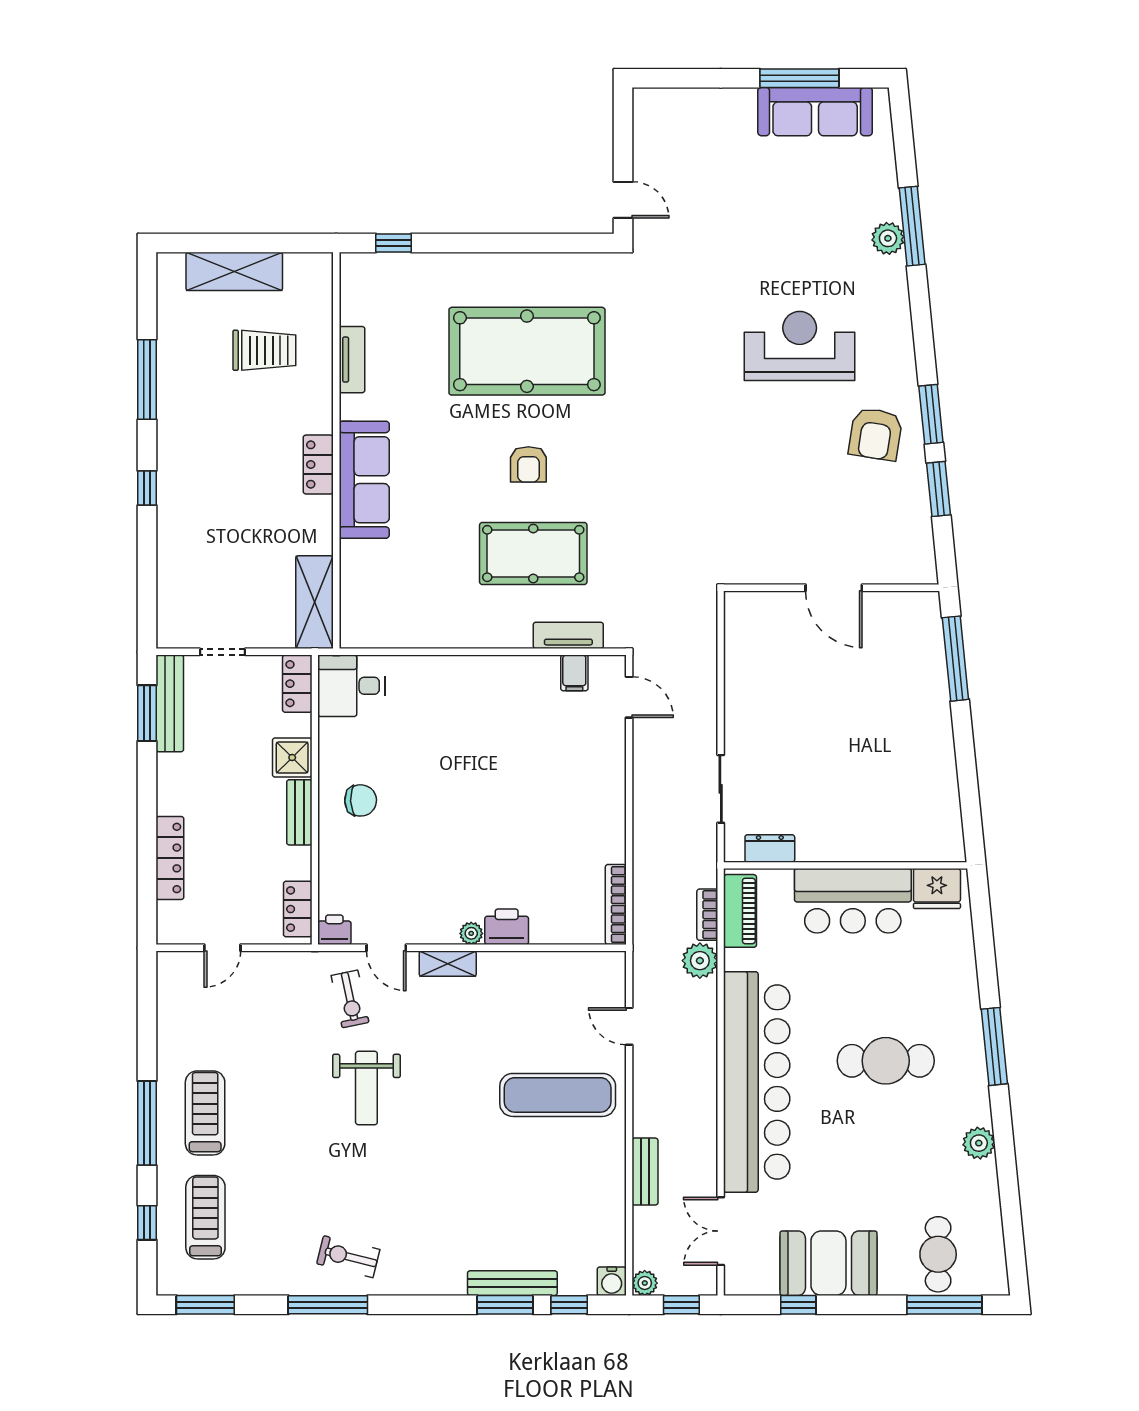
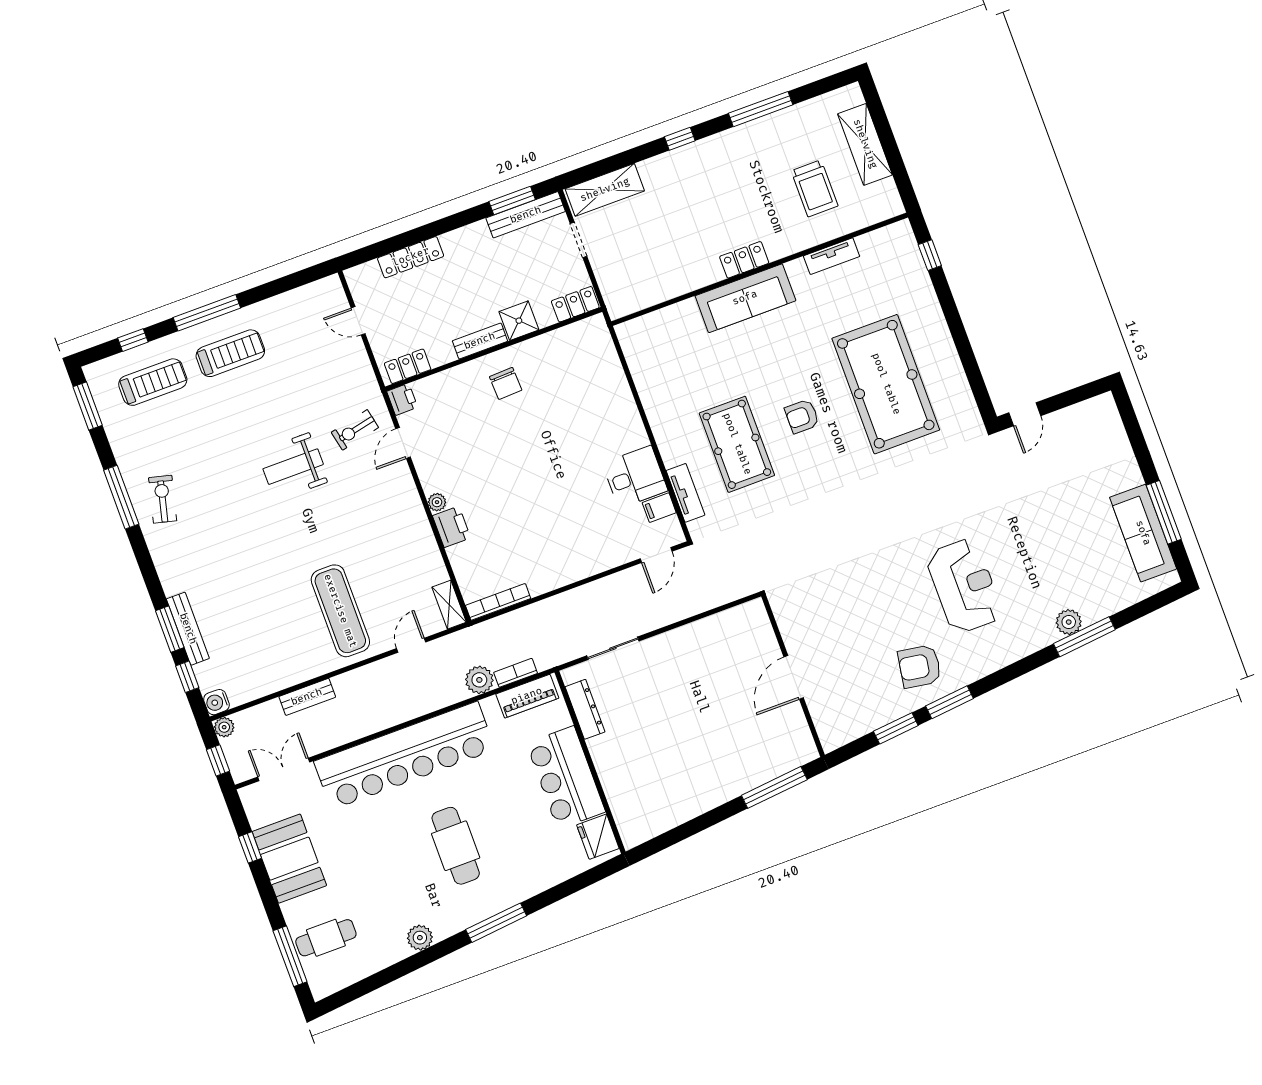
shelving: (315, 602) -> (605, 190), moved
desk: (351, 686) -> (635, 477), moved, turned 90
dresser: (770, 848) -> (585, 709), width x1.44
shelving: (448, 964) -> (449, 605), moved

